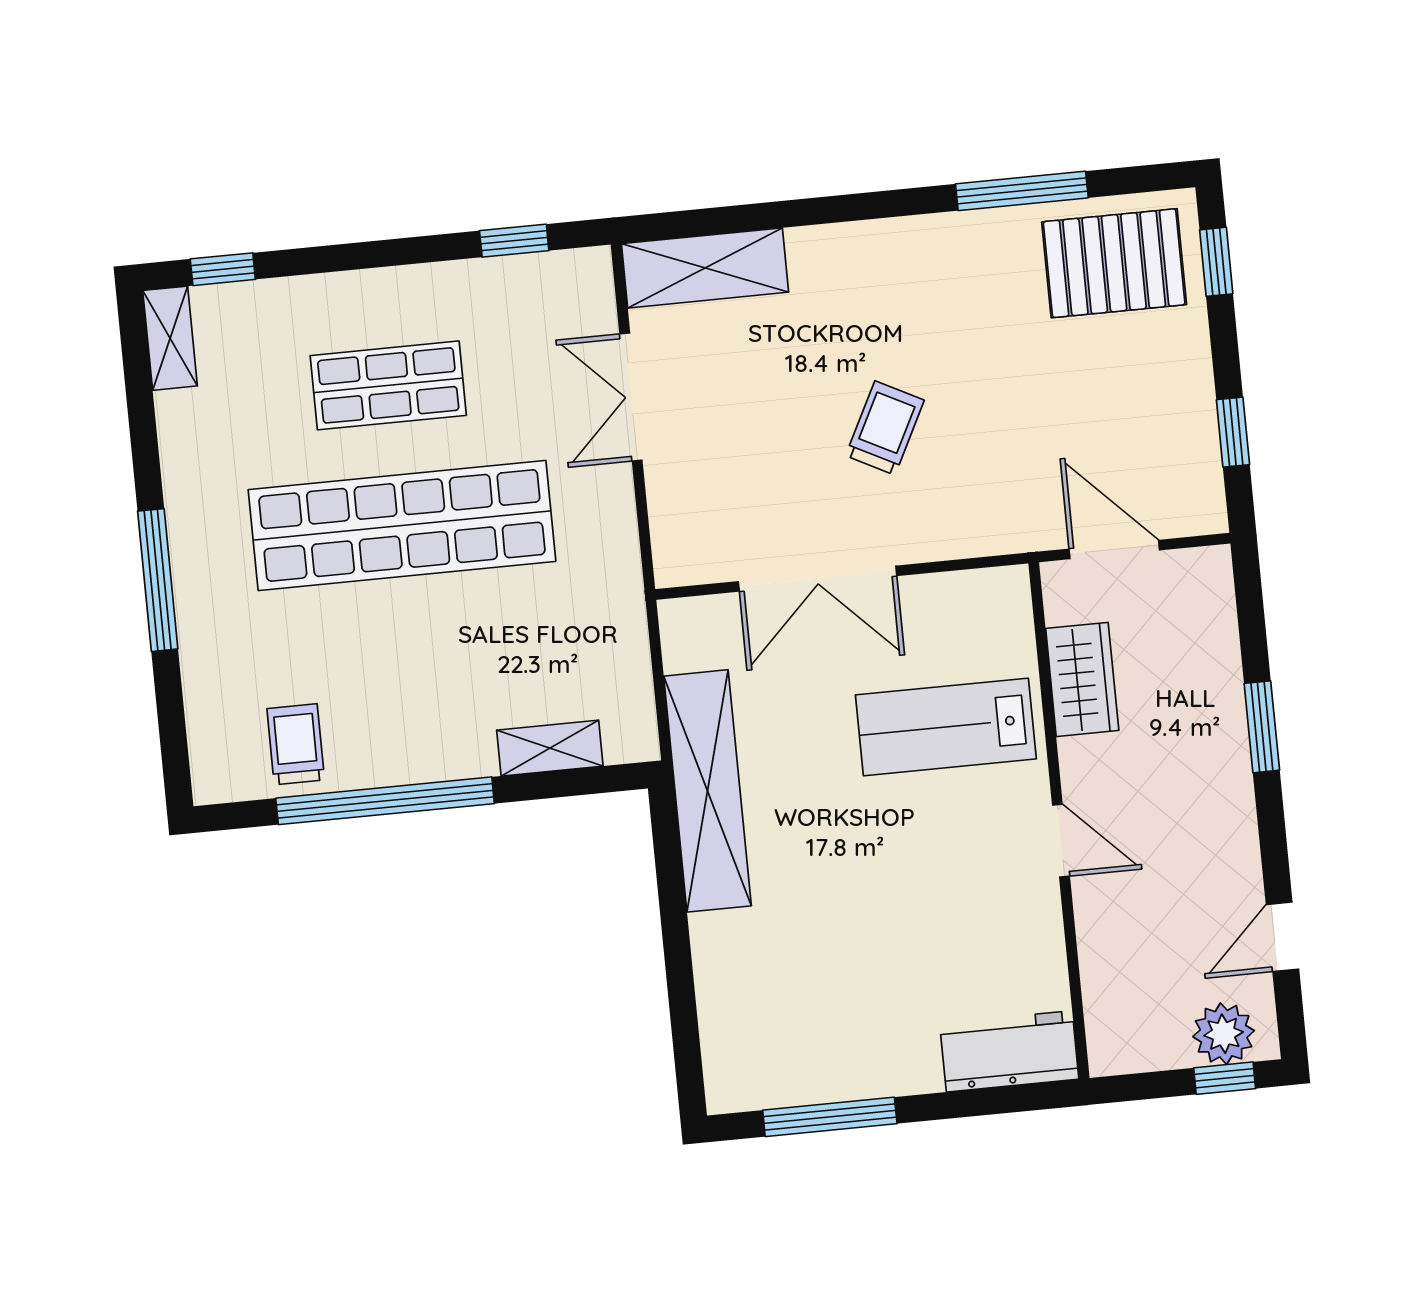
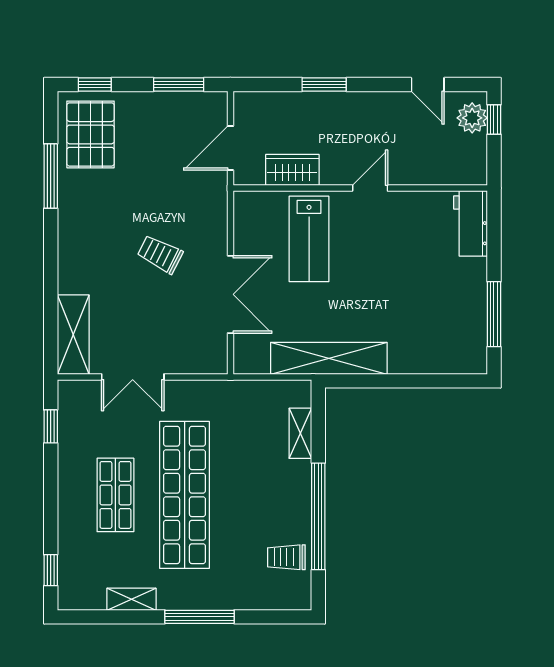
shelving: (170, 338) -> (131, 599), moved
window: (1233, 432) -> (179, 84), width x1.50

